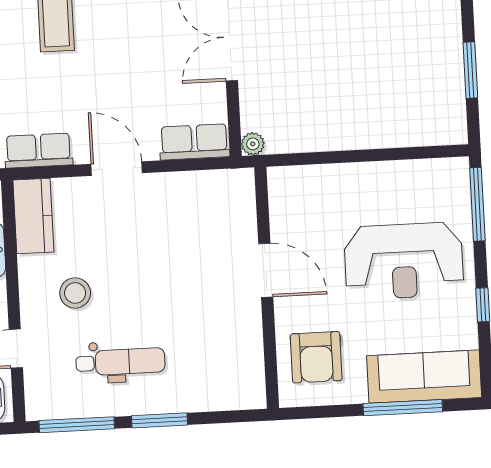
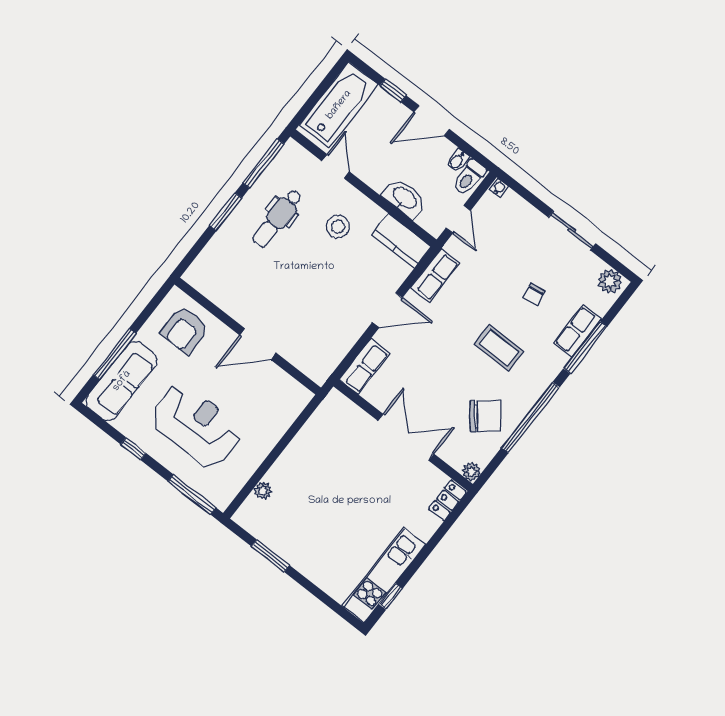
plant: (253, 144) -> (263, 490), moved
reception desk: (404, 261) -> (196, 426), turned 90
armchair: (316, 357) -> (185, 330), turned -90

